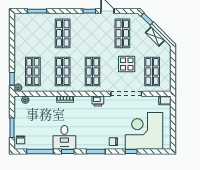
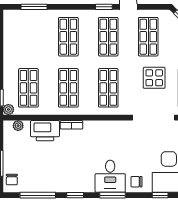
shop shelf: (92, 33) -> (108, 37), added
printer: (98, 101) -> (45, 131), moved, width x1.87, depth x1.48
desk: (64, 137) -> (110, 176), moved

